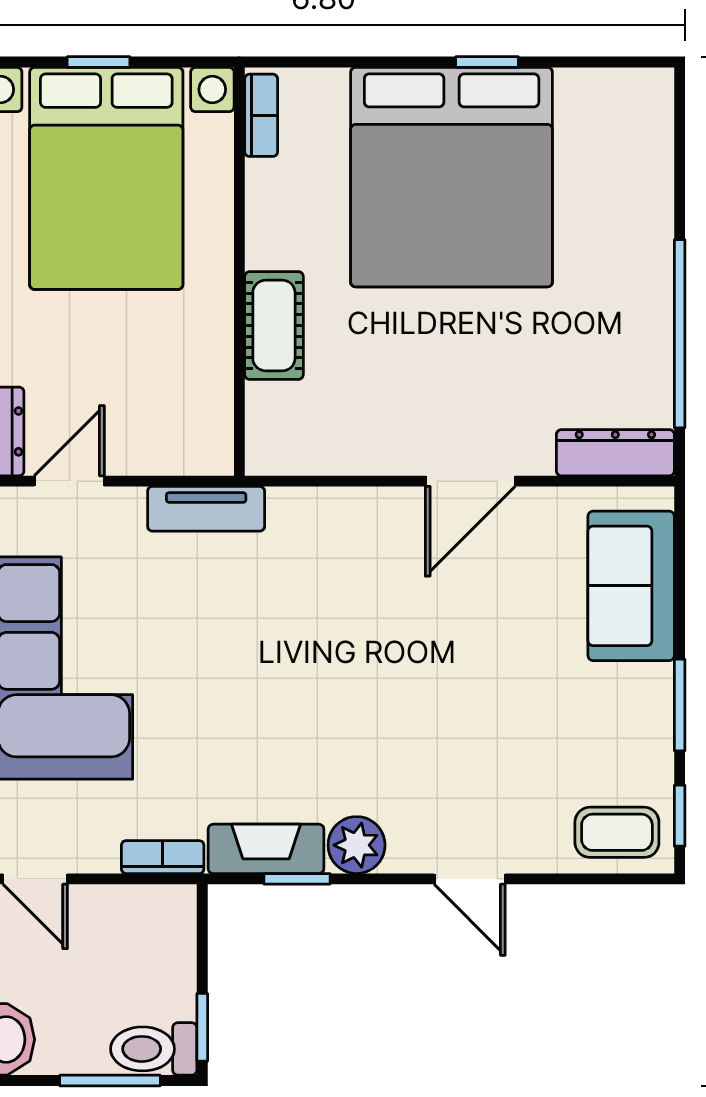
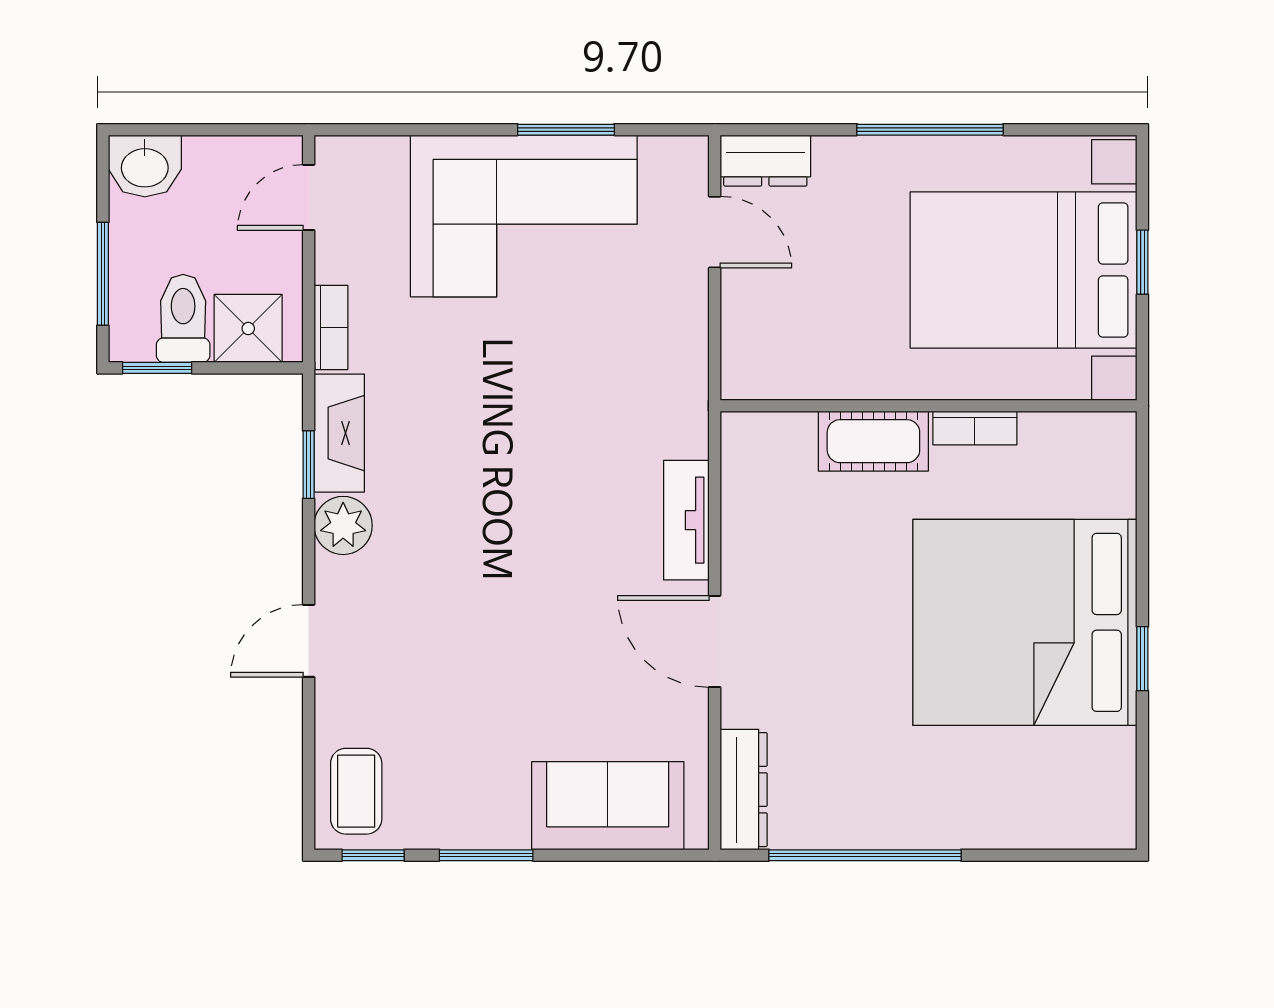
bookcase: (261, 115) -> (975, 428), moved
tv unit: (206, 509) -> (686, 520), moved
shower: (164, 938) -> (248, 328), added
toilet: (154, 1049) -> (183, 318), moved

